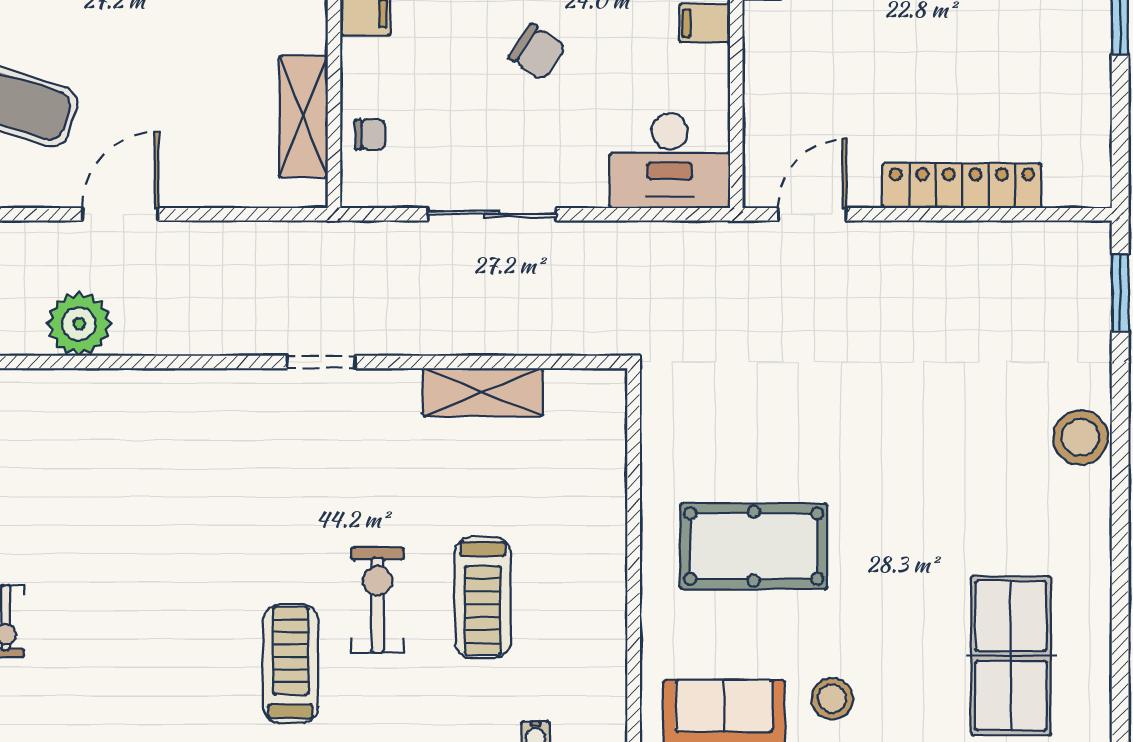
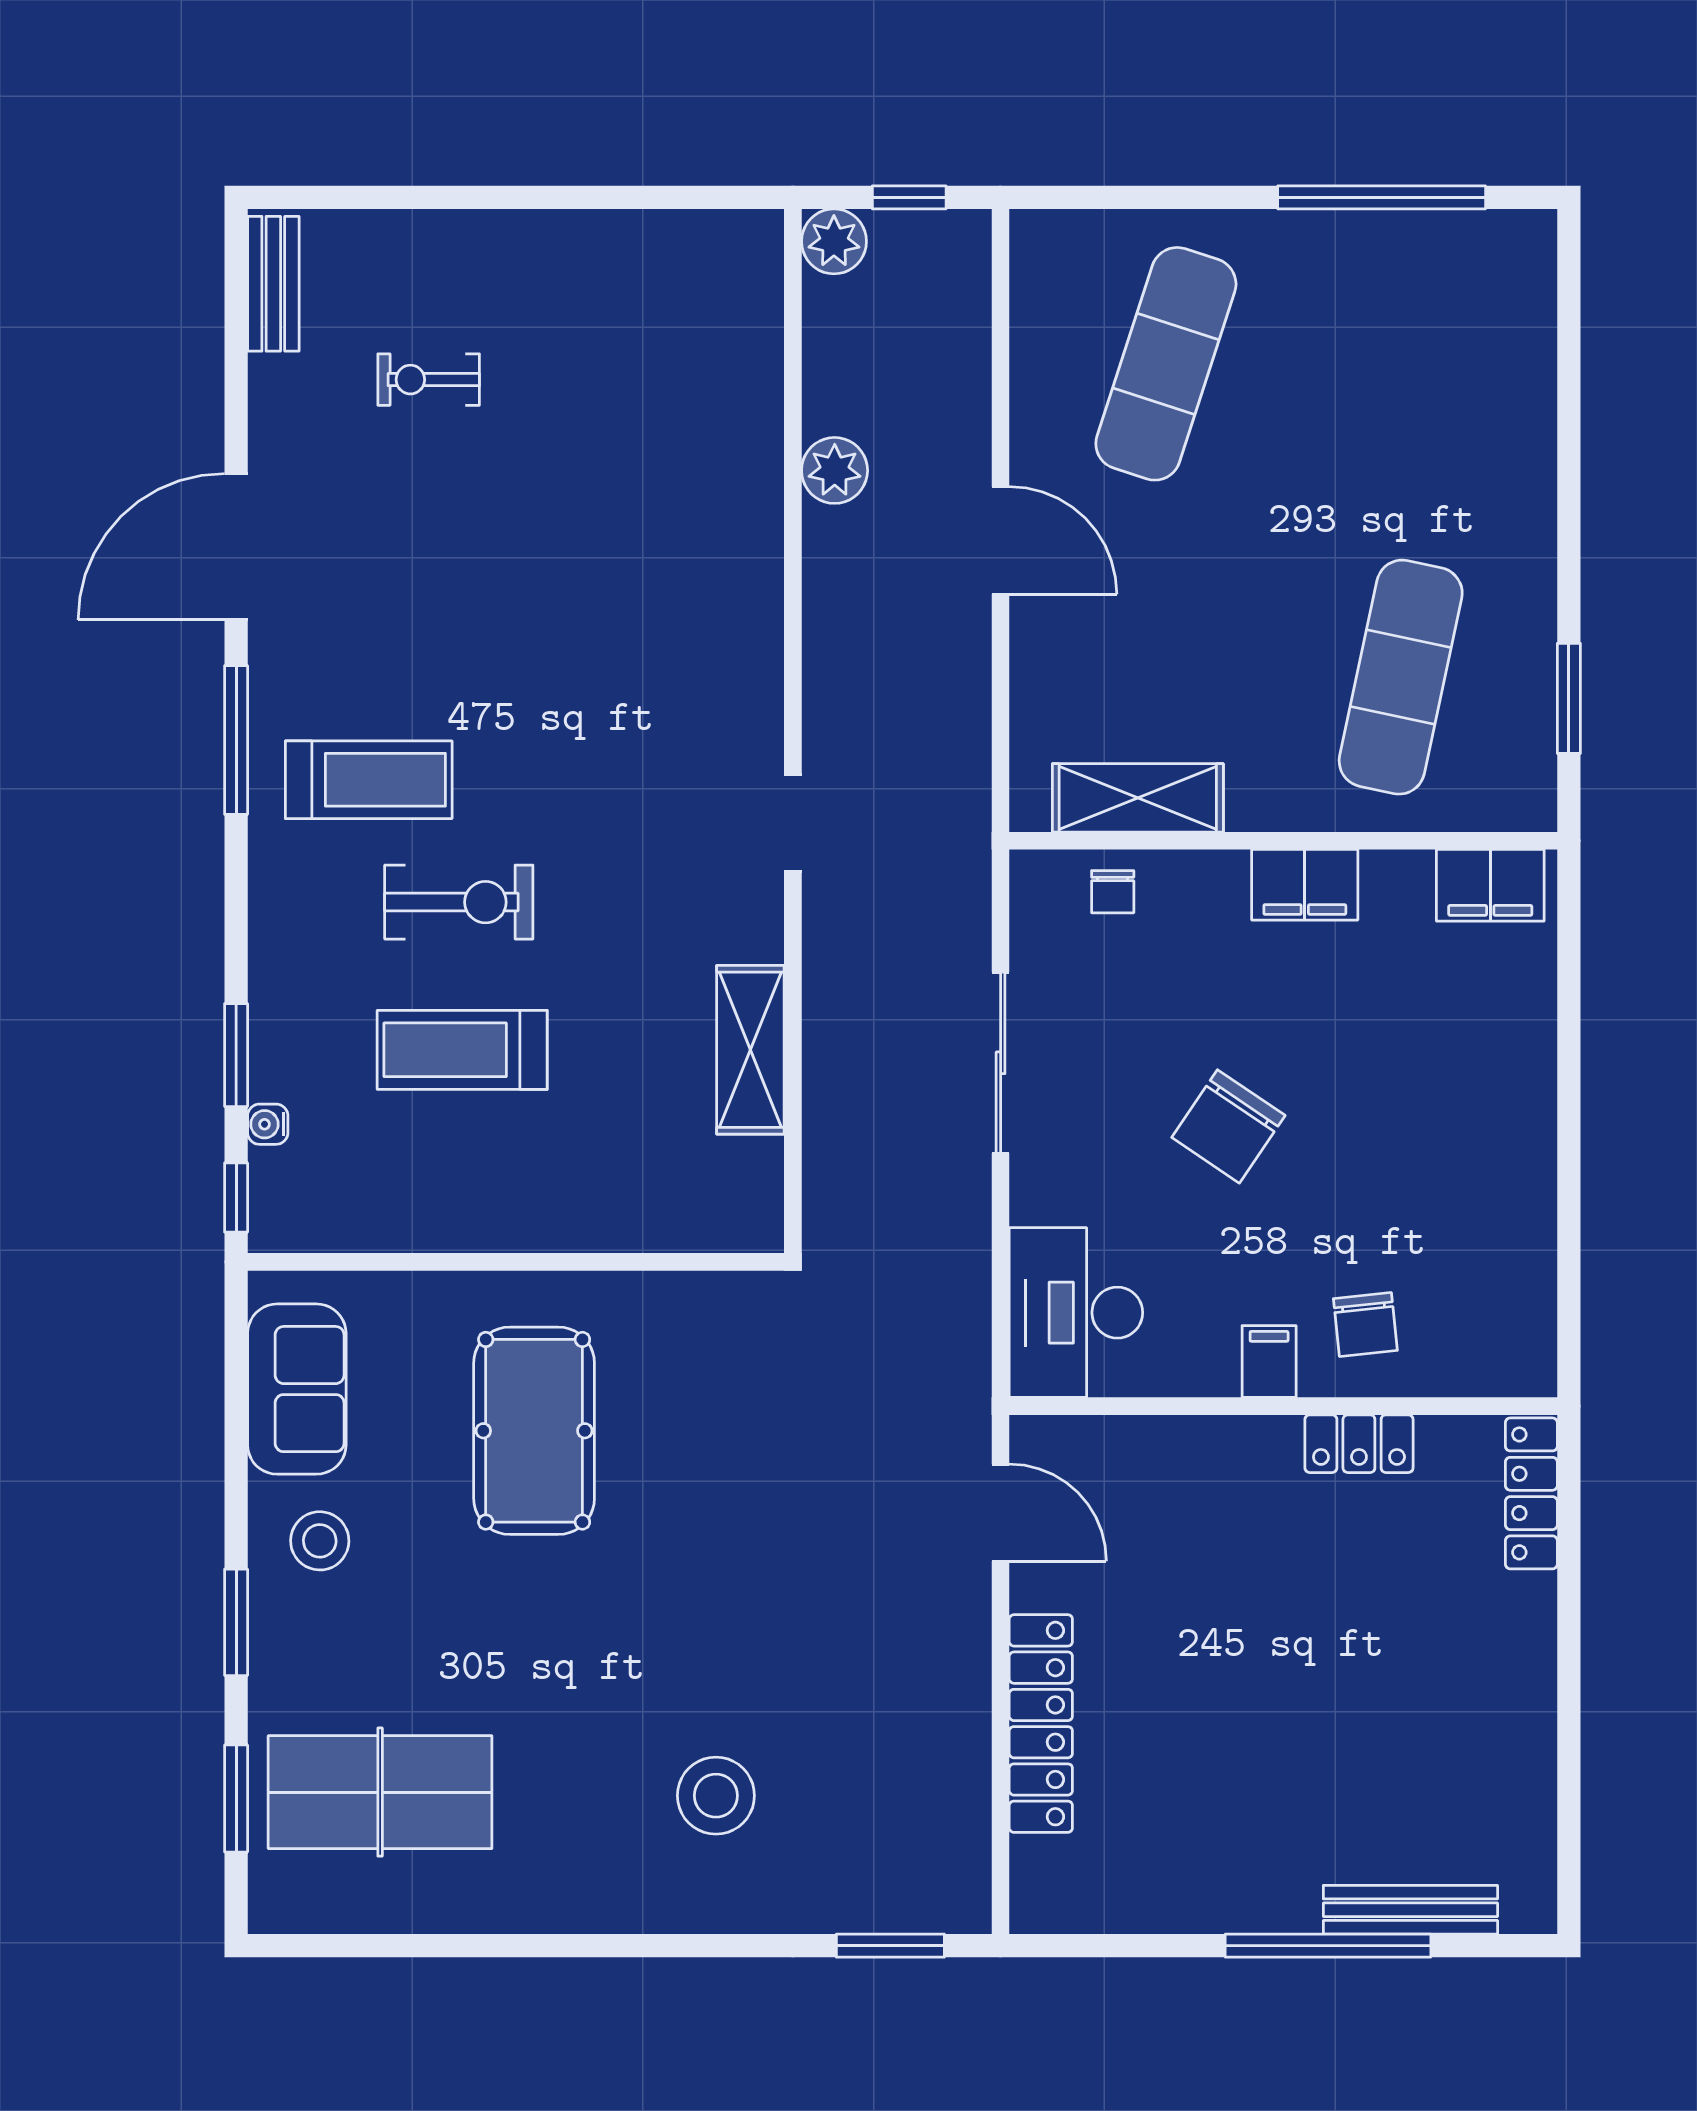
chair: (537, 52) -> (1228, 1126), width x1.37, depth x1.37
plant: (79, 324) -> (835, 470), width x0.73, depth x0.73
stool: (1080, 437) -> (716, 1796), moved

